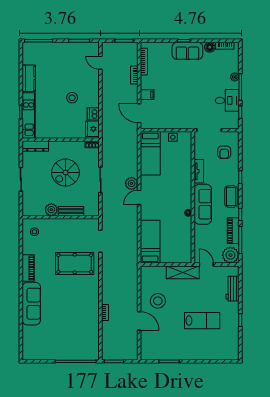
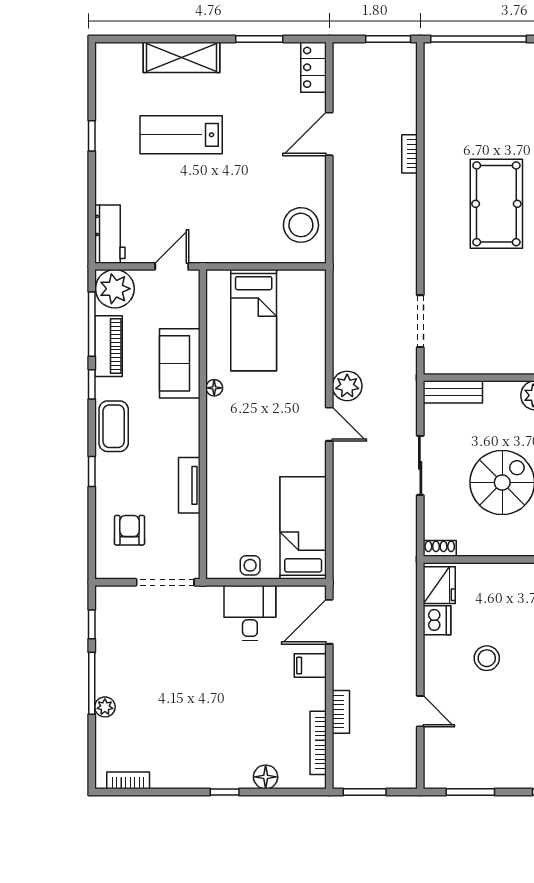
floor lamp: (210, 47) -> (266, 777), moved
sofa: (187, 51) -> (216, 768), removed
door: (100, 63) -> (420, 711), moved
desk: (227, 100) -> (250, 613), moved, turned 90
door: (139, 113) -> (329, 622), swing flipped
plant: (132, 183) -> (347, 386), moved
door: (139, 197) -> (329, 424), hinge flipped
sofa: (203, 204) -> (180, 363), moved, width x0.73
bench: (71, 211) -> (453, 392), moved
bed: (150, 242) -> (254, 320), moved
pool table: (75, 263) -> (496, 204), moved, turned 90
door: (206, 265) -> (172, 266), swing flipped
shelving: (183, 272) -> (182, 57), moved
workbench: (233, 289) -> (110, 234), moved
stool: (158, 301) -> (301, 225), moved
door: (139, 321) -> (329, 134), hinge flipped
locker: (146, 349) -> (313, 67), added

